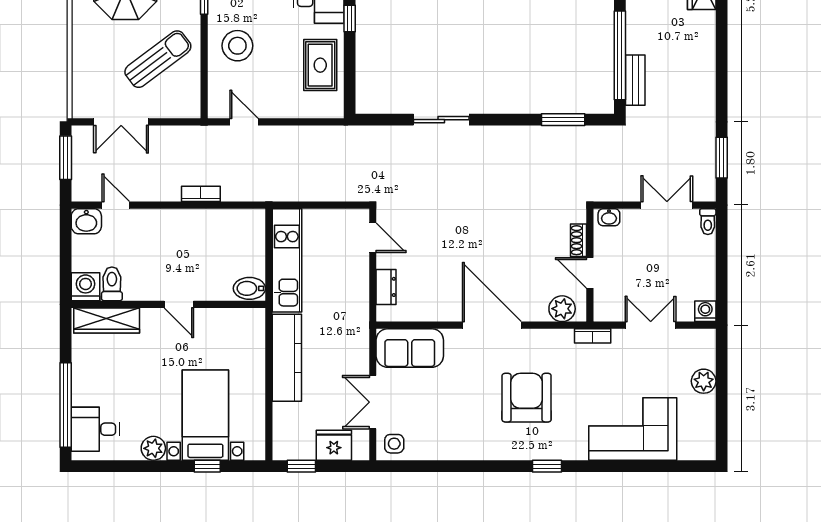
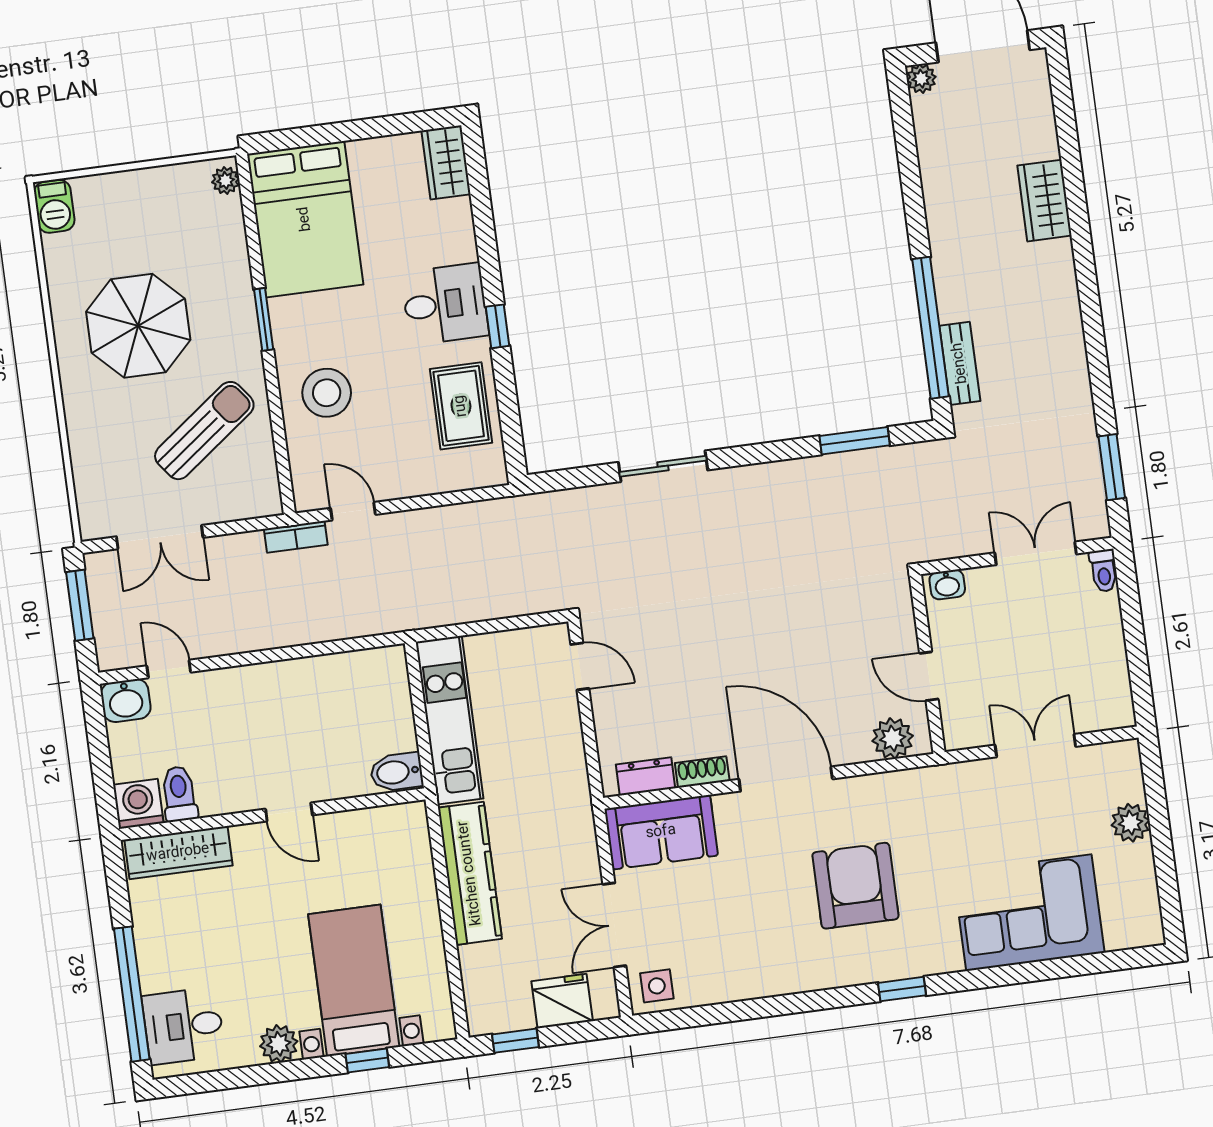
bookcase: (201, 194) -> (296, 537), moved, turned 180
shoe rack: (578, 240) -> (702, 772), moved, turned 90
dresser: (386, 287) -> (646, 776), moved, turned -90
washing machine: (705, 311) -> (1118, 712), removed
bookcase: (593, 336) -> (946, 775), removed

